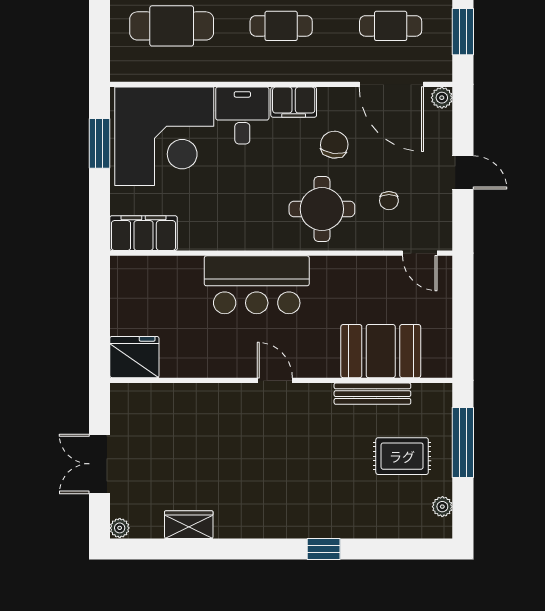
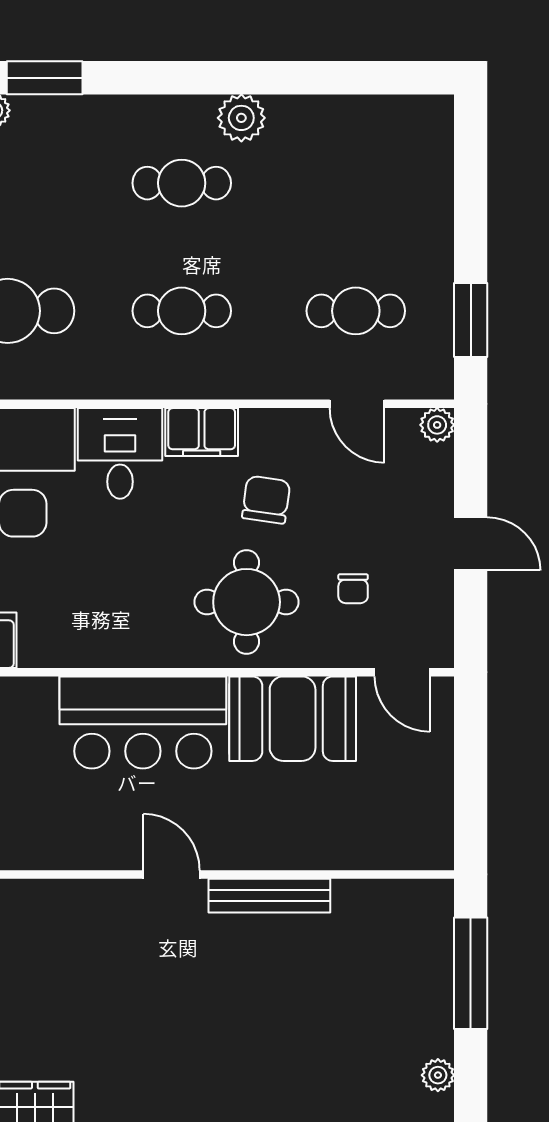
door: (391, 84) -> (357, 404), width x0.53
booth: (381, 351) -> (293, 719), moved
bench: (372, 394) -> (269, 896), moved
rug: (402, 456) -> (374, 995), removed

